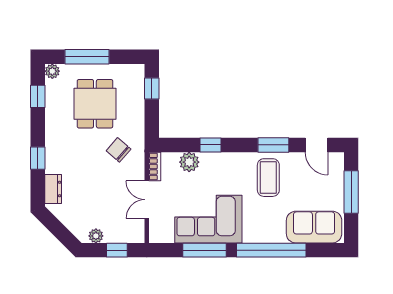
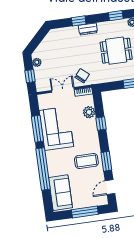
chair: (119, 150) -> (82, 76), moved
dresser: (53, 189) -> (88, 29), moved

